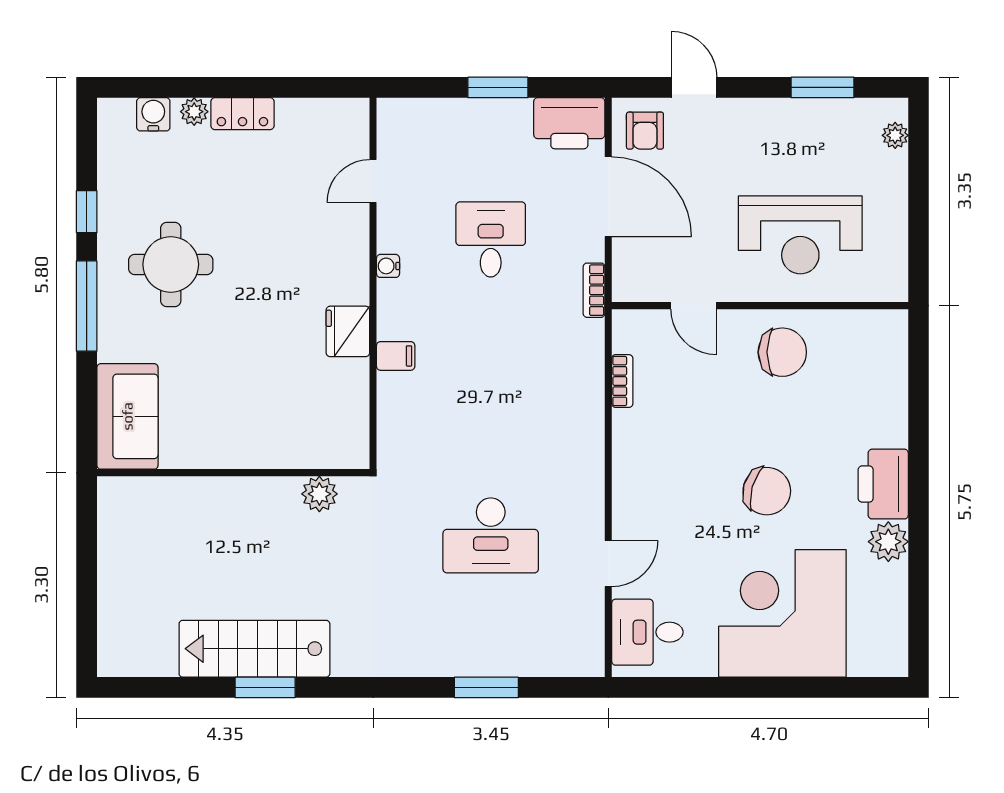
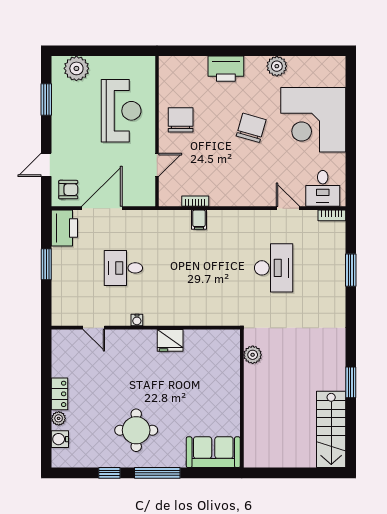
plant: (895, 135) -> (76, 68), width x1.88, depth x1.88
bookcase: (594, 290) -> (332, 215), moved
filing cabinet: (396, 356) -> (199, 220), moved, turned 180
printer: (883, 484) -> (226, 69), moved
stairs: (254, 649) -> (331, 429), moved

